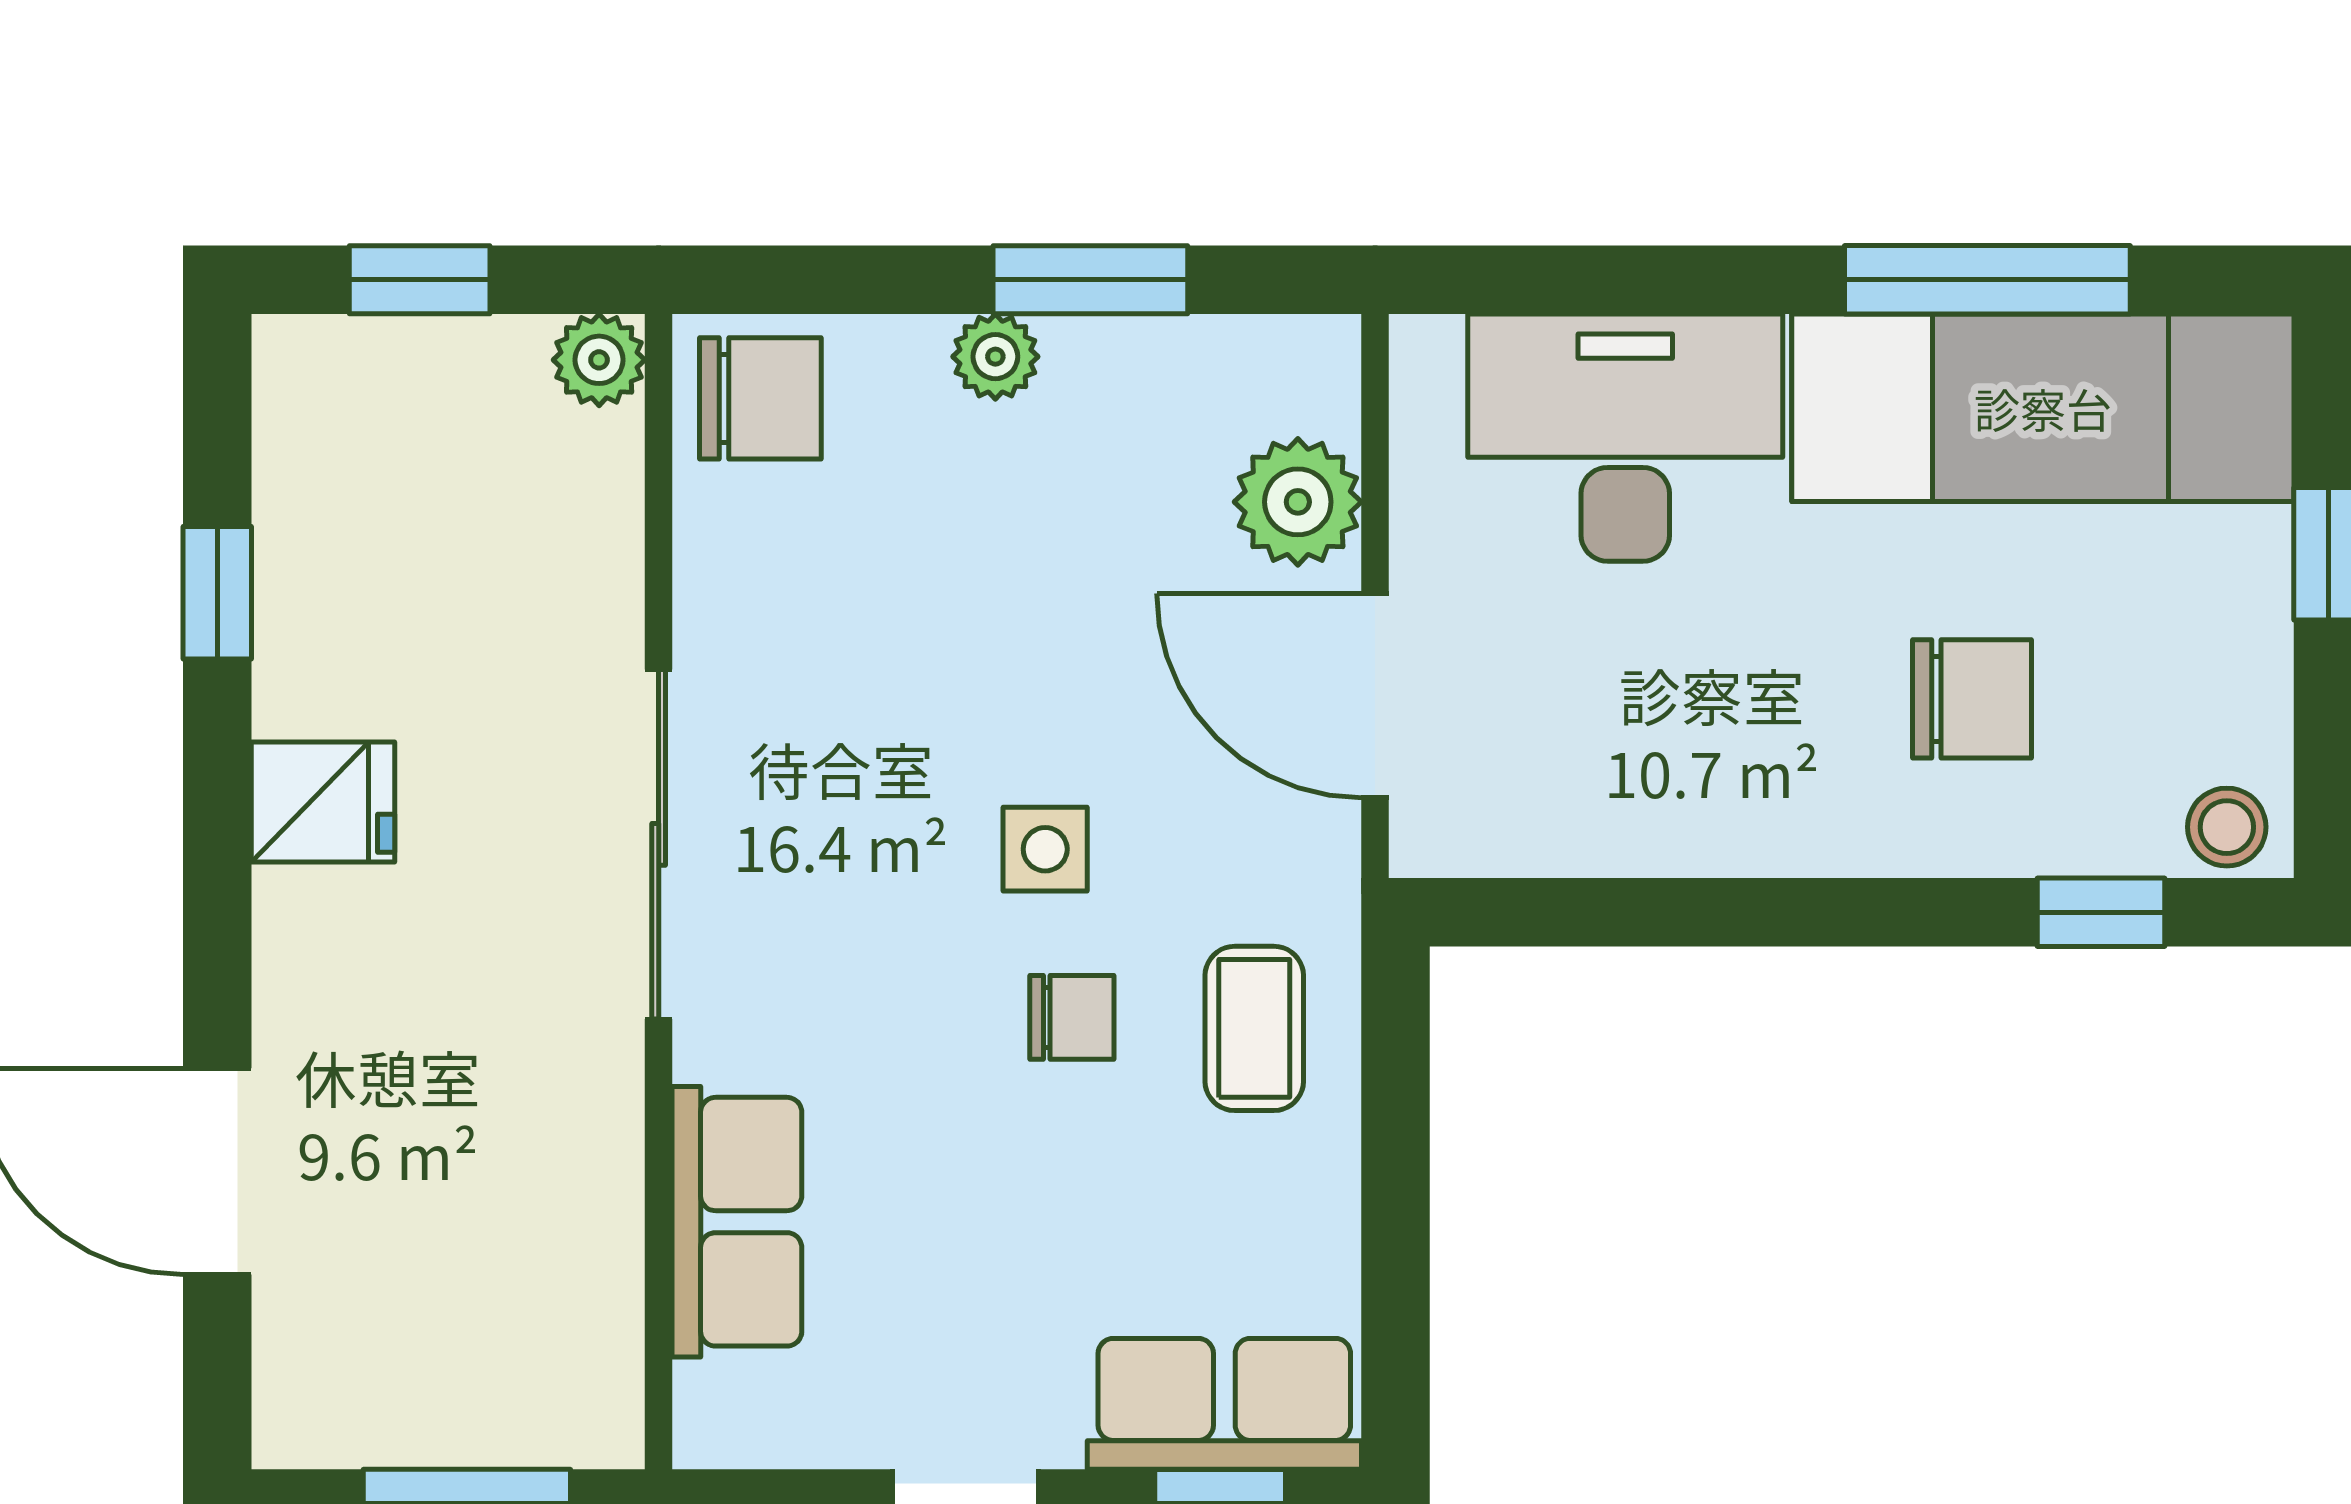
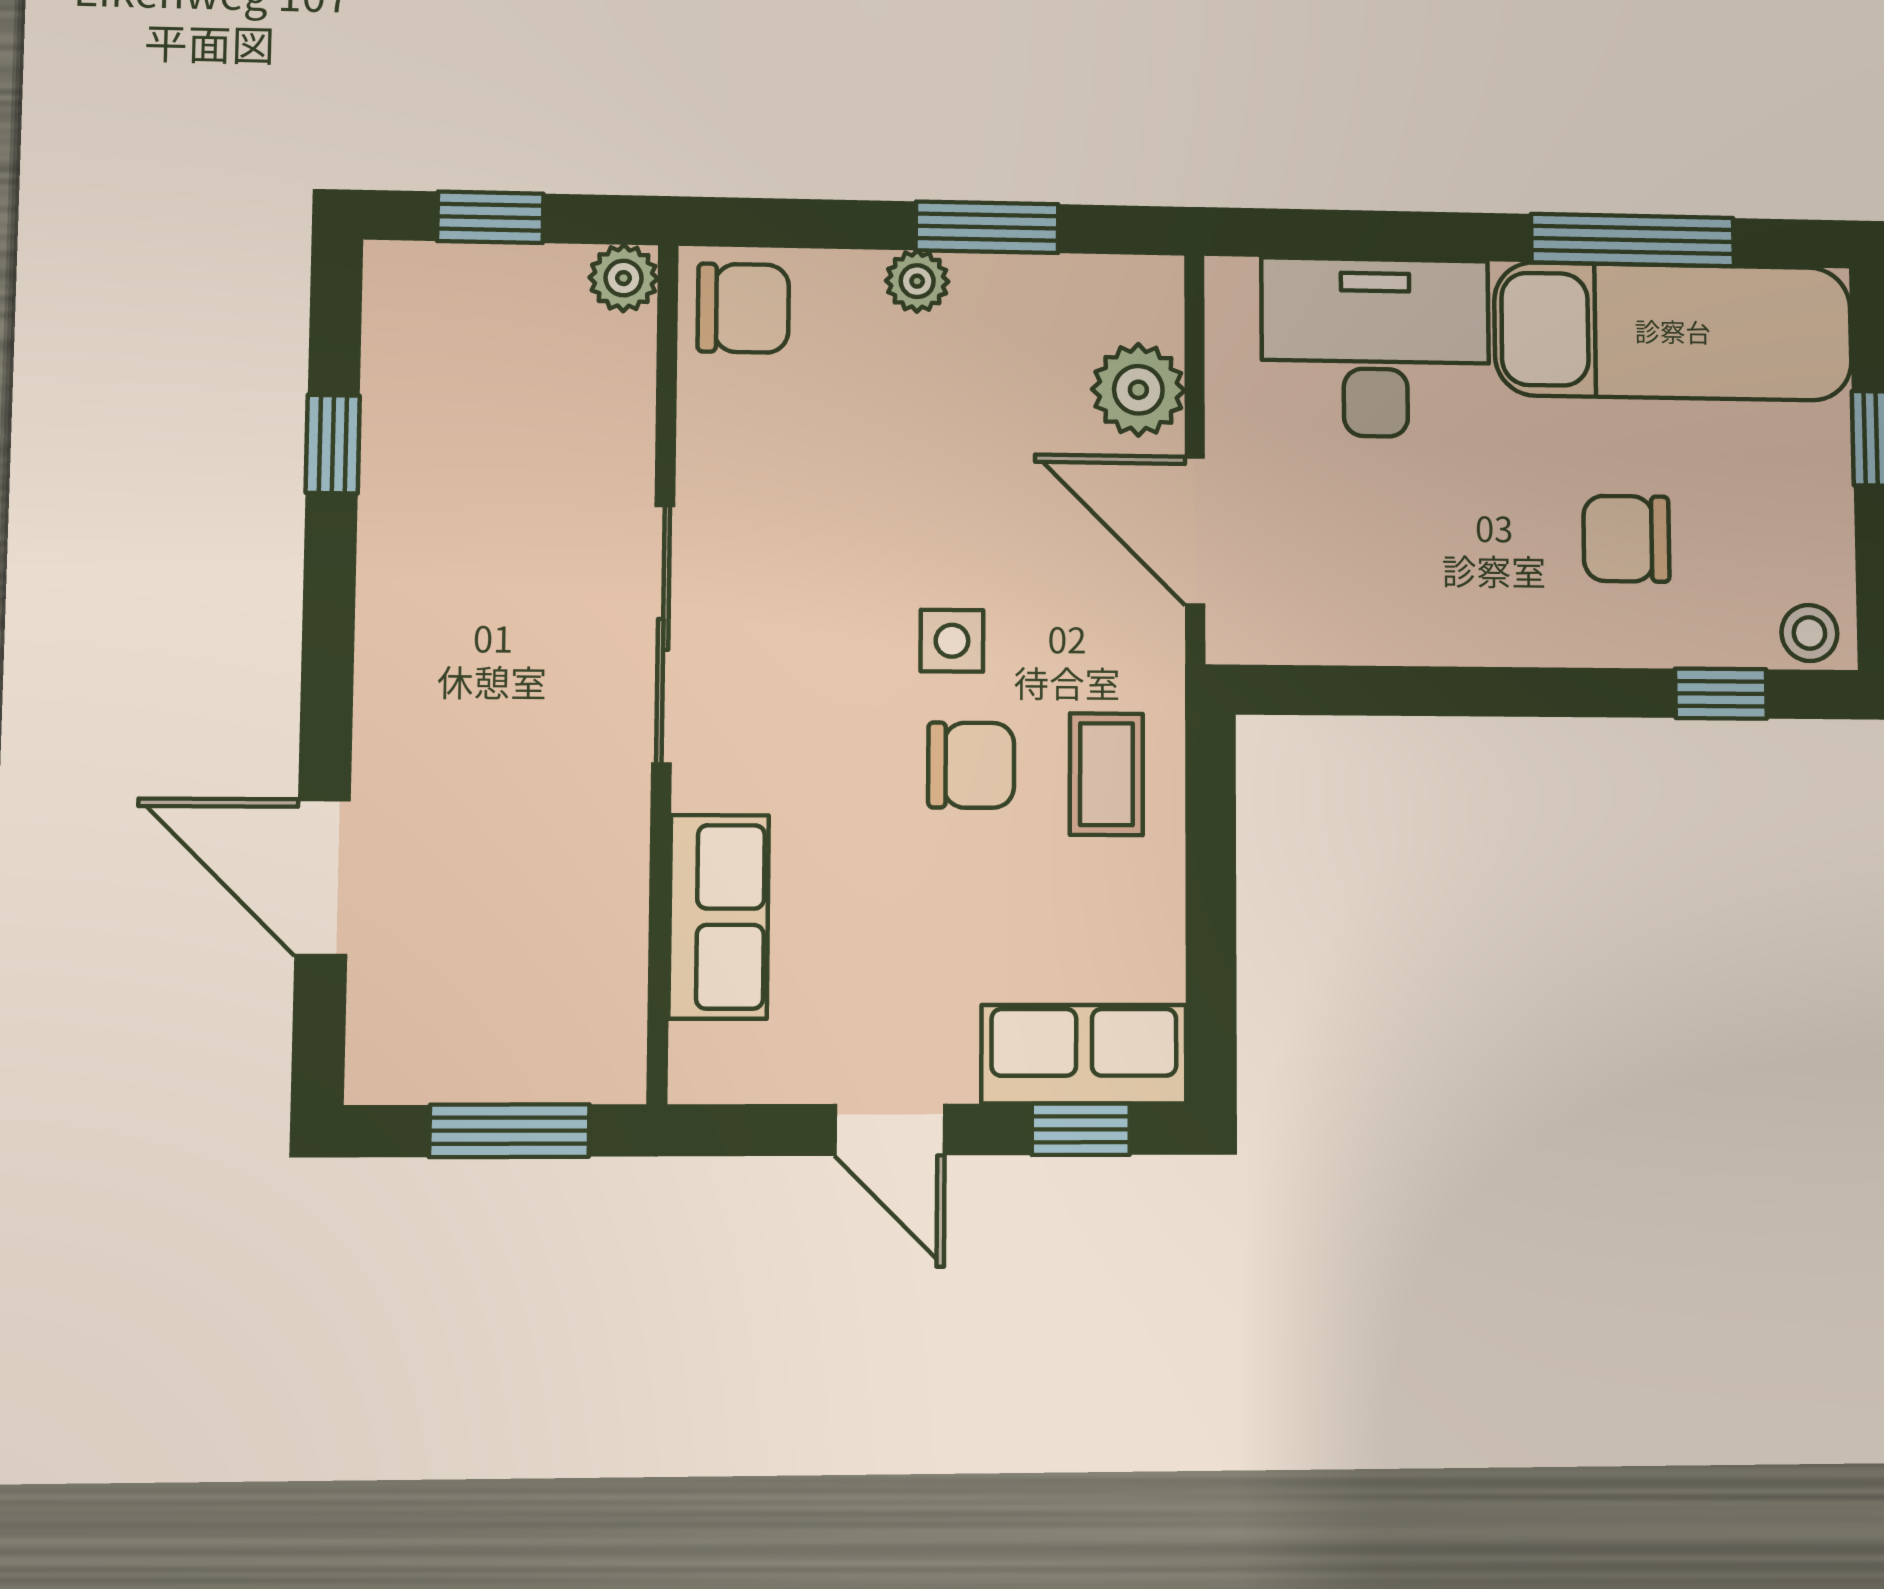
chair: (1972, 699) -> (1626, 539), turned 180
fridge: (323, 802) -> (410, 600), removed
chair: (1072, 1017) -> (971, 765), width x1.37, depth x1.37

